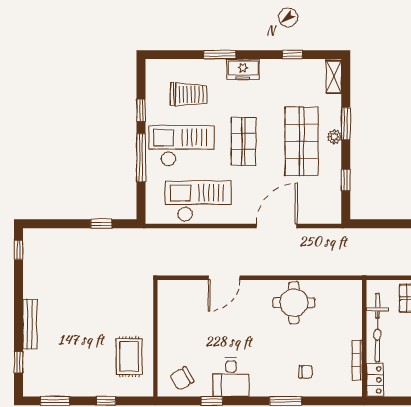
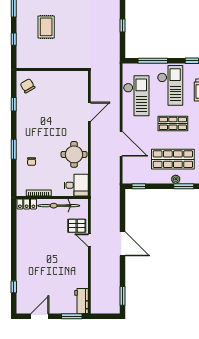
window: (141, 158) -> (153, 61), moved
window: (346, 180) -> (139, 186), moved
window: (101, 224) -> (122, 25), moved
door: (224, 278) -> (89, 112), swing flipped
rug: (129, 357) -> (46, 27), moved, turned 90
desk: (231, 377) -> (76, 185), moved, turned 180

